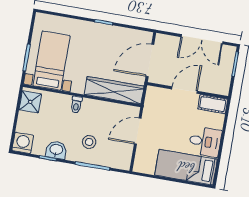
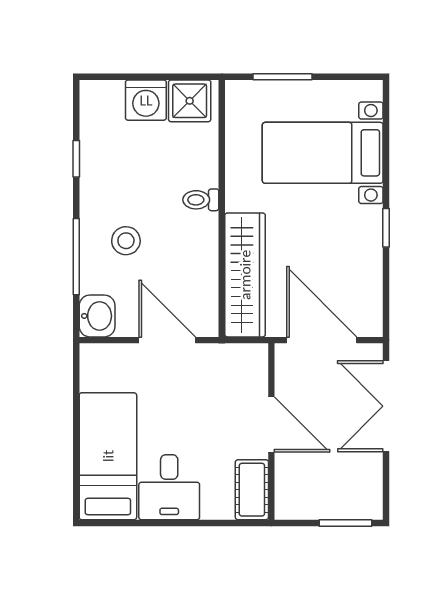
double door: (202, 39) -> (386, 406), moved
bed with nightstands: (51, 61) -> (323, 153), moved, turned 180
washing machine: (23, 143) -> (146, 100), moved, turned 90
washbasin: (56, 150) -> (97, 316), moved

